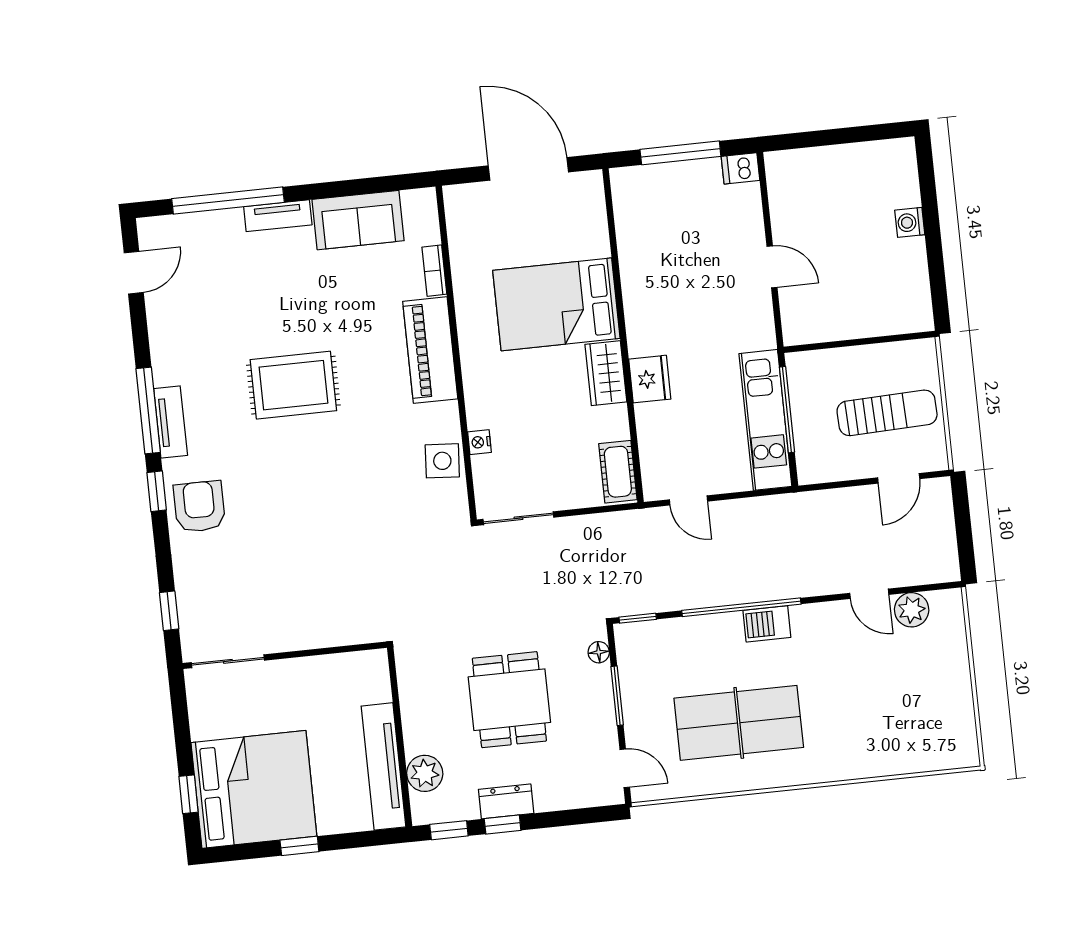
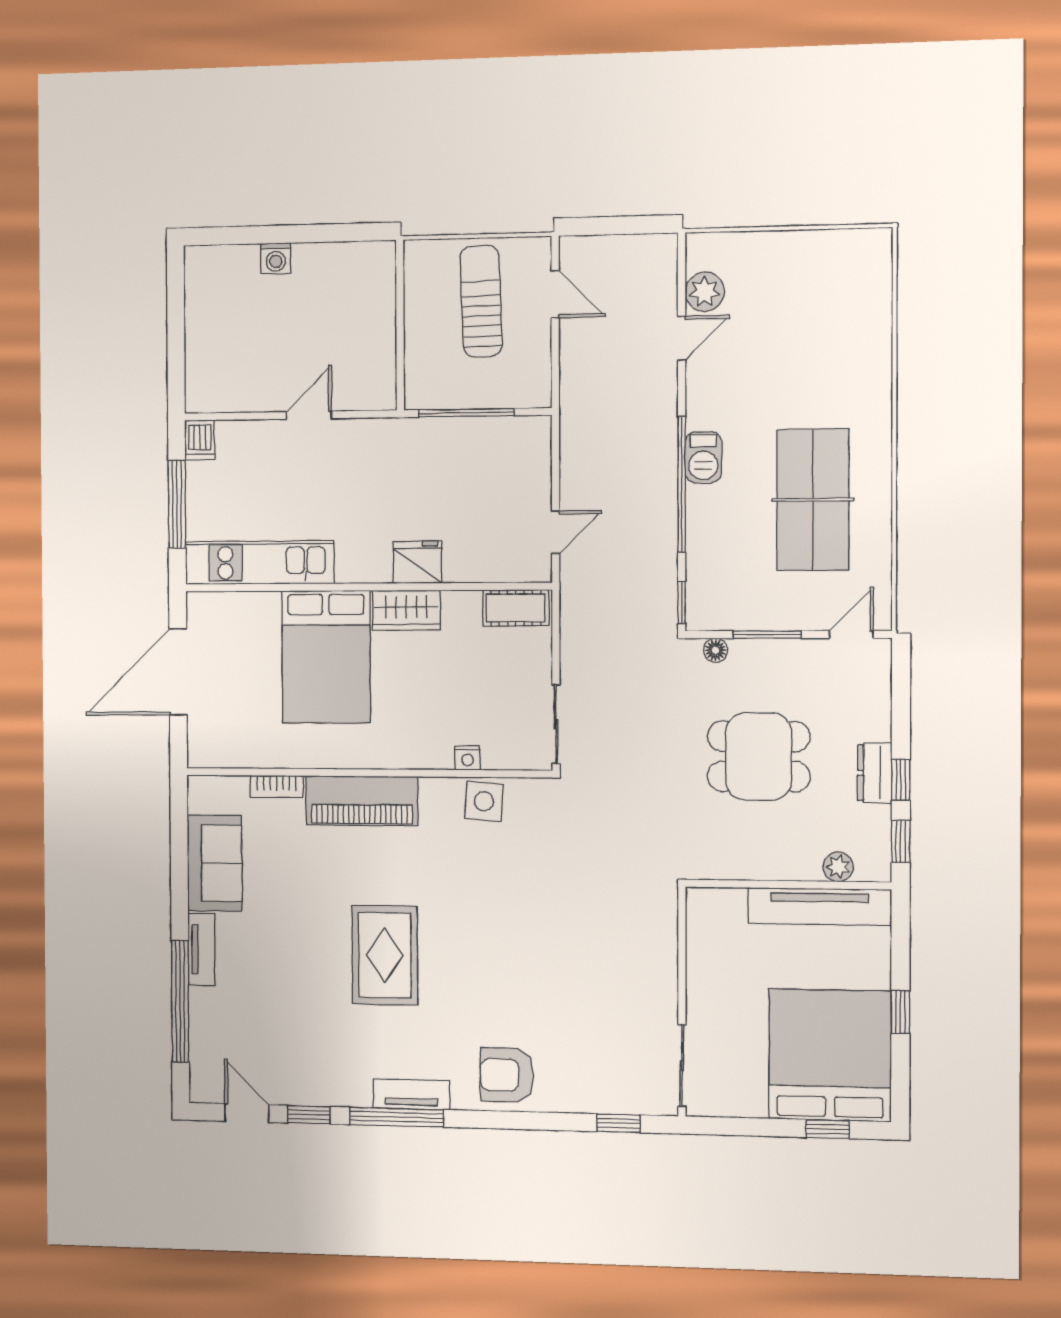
kitchen unit: (765, 420) -> (260, 563), moved, turned 180
window: (157, 491) -> (309, 1115), moved
plant: (425, 773) -> (838, 867), width x0.73, depth x0.73

